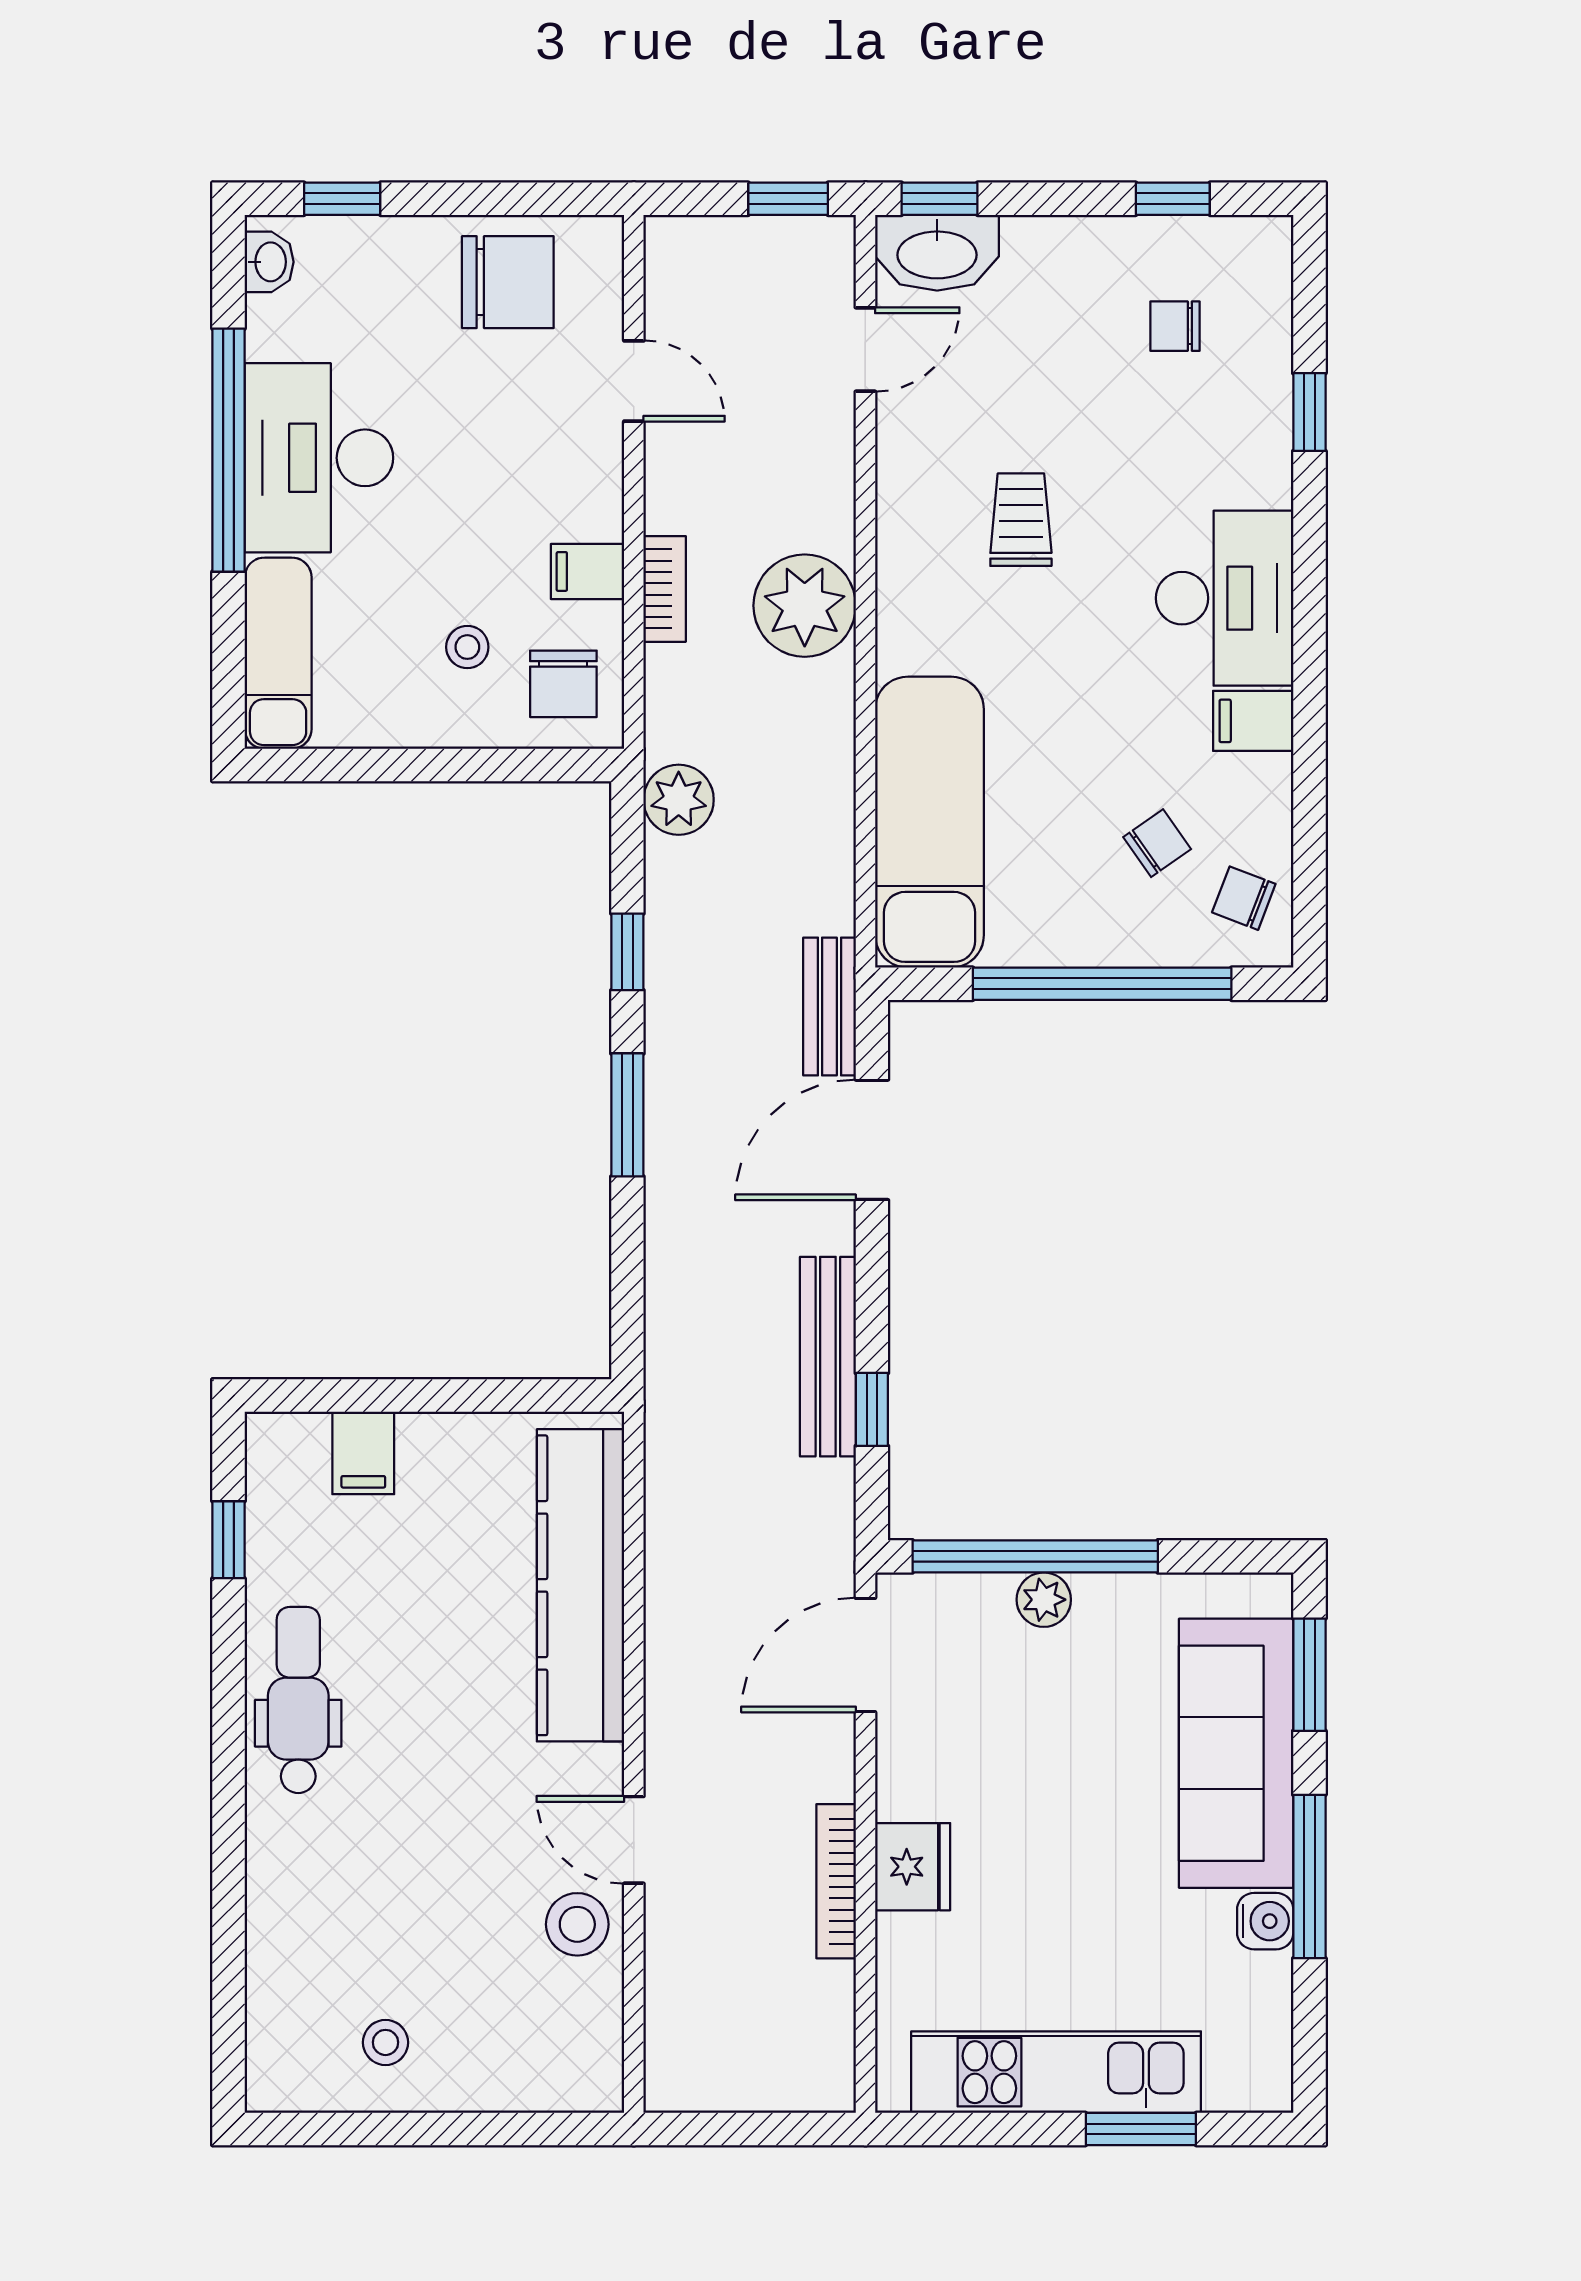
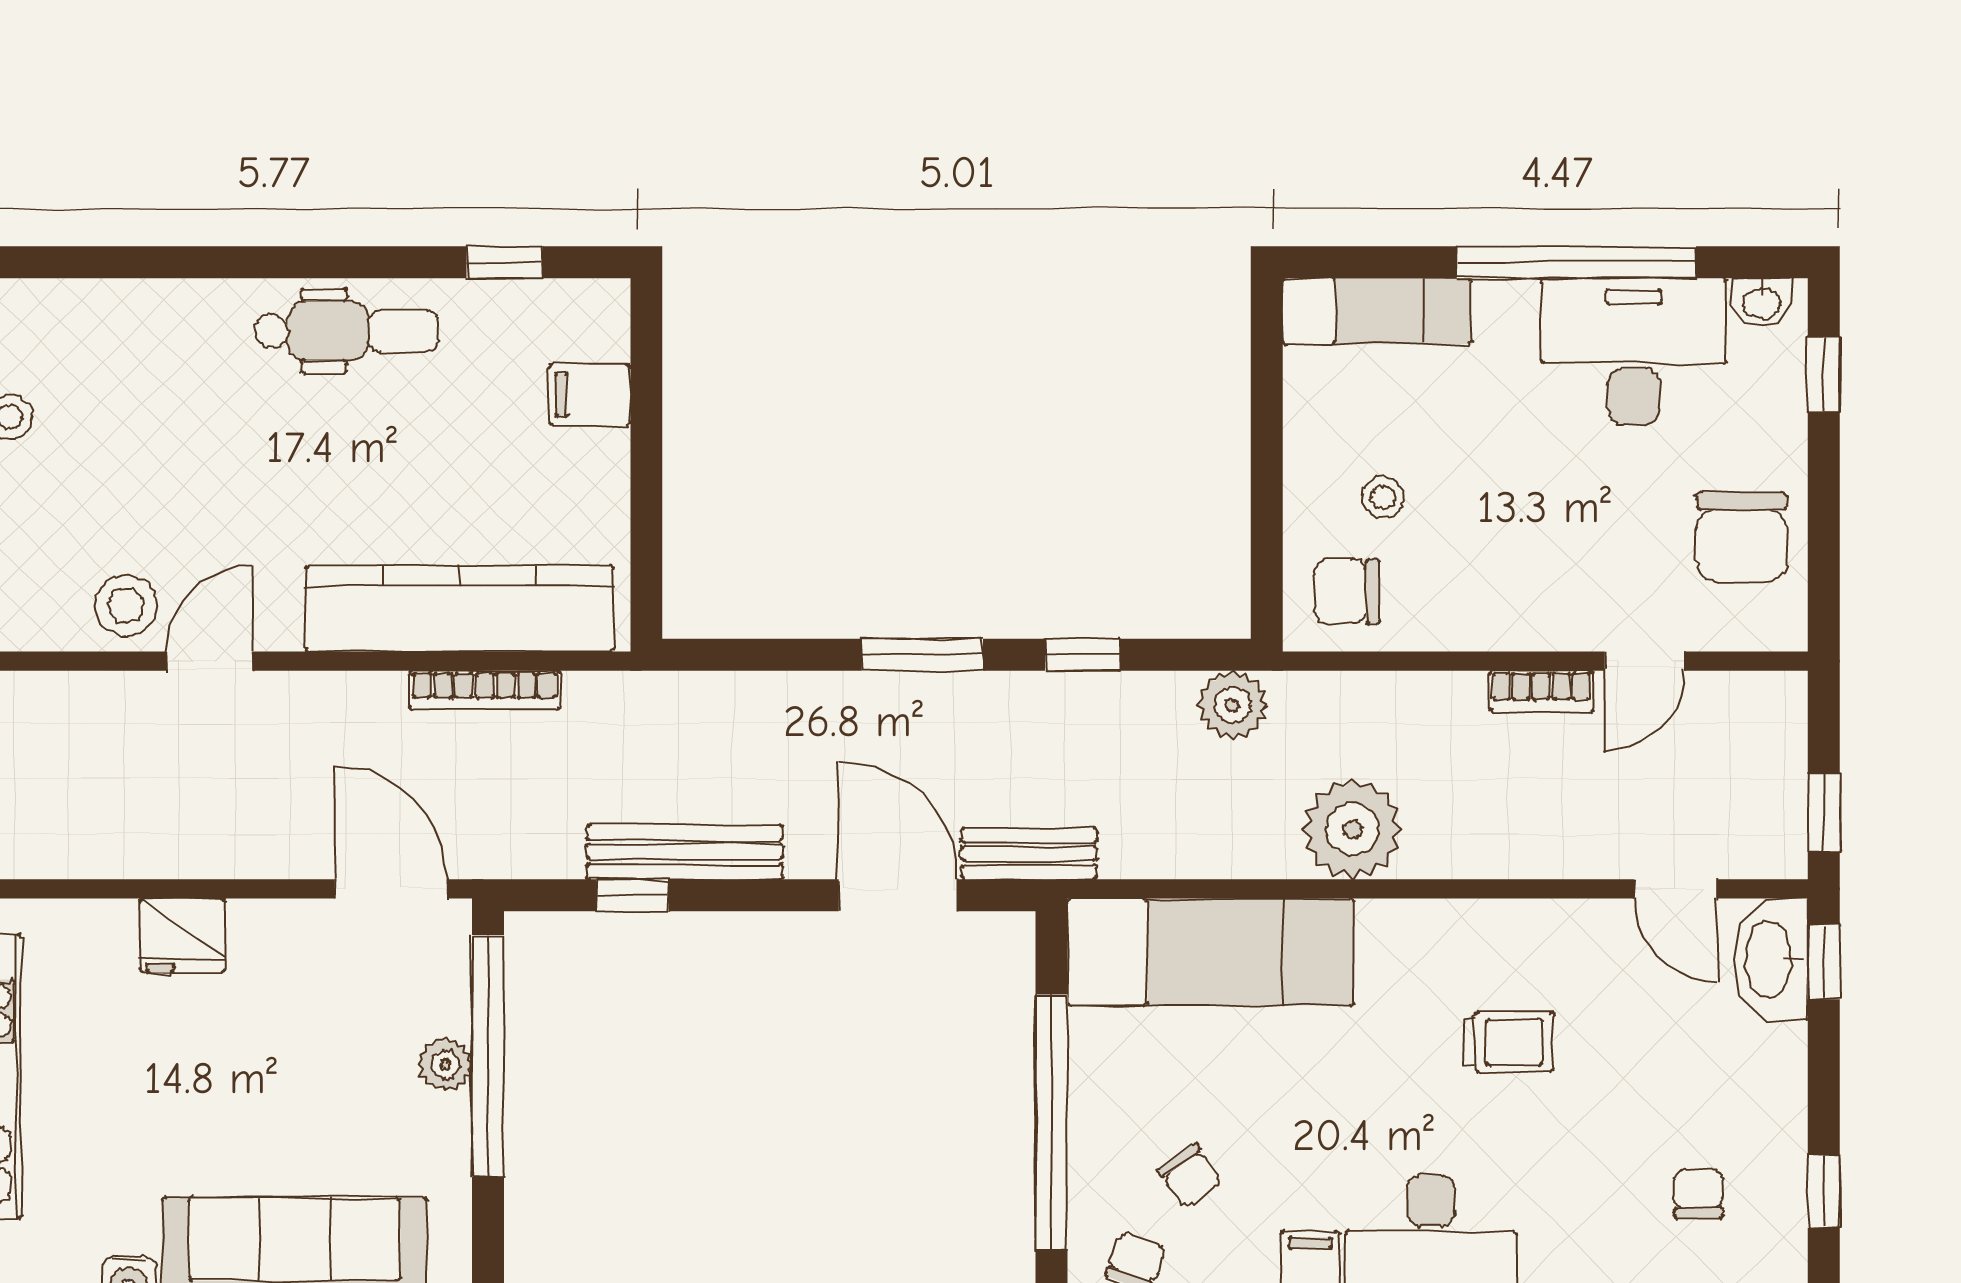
desk: (319, 458) -> (1634, 351), moved
filing cabinet: (587, 571) -> (1457, 615), removed
bookcase: (665, 589) -> (1541, 691), moved
plant: (805, 606) -> (1353, 829), moved
bookcase: (836, 1881) -> (485, 690), moved, turned 180

